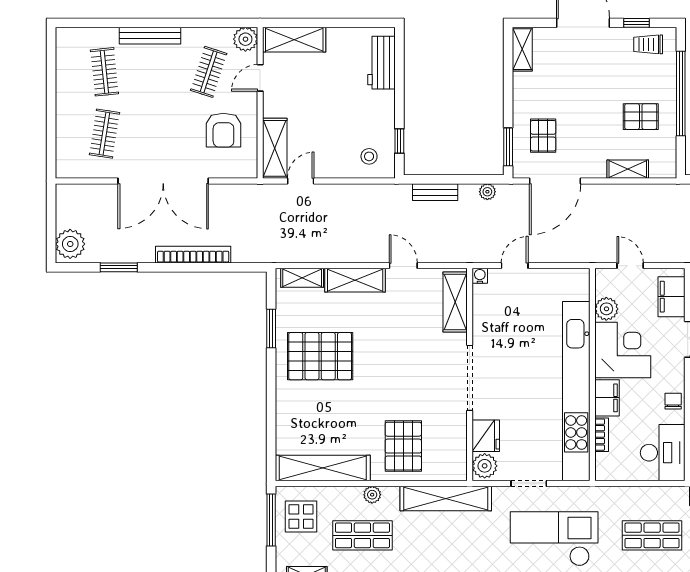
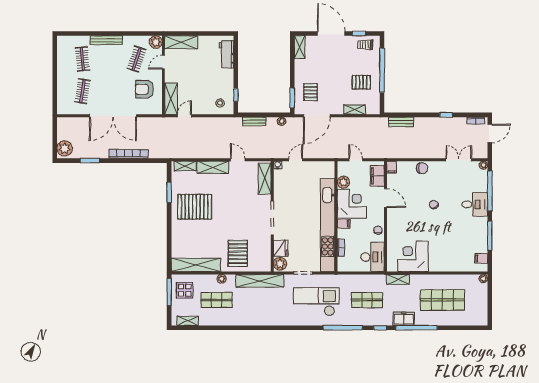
armchair: (223, 130) -> (144, 89), turned 90
filing cabinet: (607, 398) -> (344, 224), width x0.50

